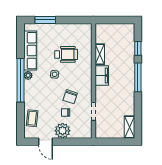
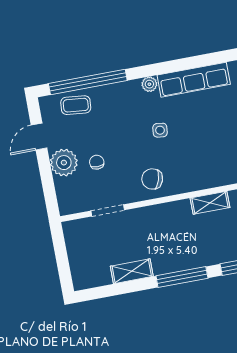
wheelchair: (66, 54) -> (199, 144), removed
filing cabinet: (102, 75) -> (173, 213), removed
window: (21, 80) -> (88, 82), moved
chair: (70, 97) -> (152, 179), moved
shelving: (129, 127) -> (132, 271), moved

